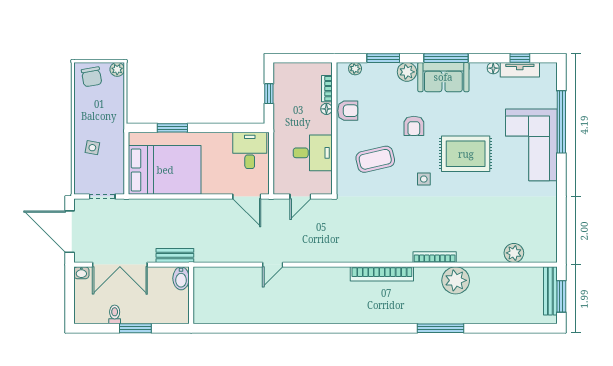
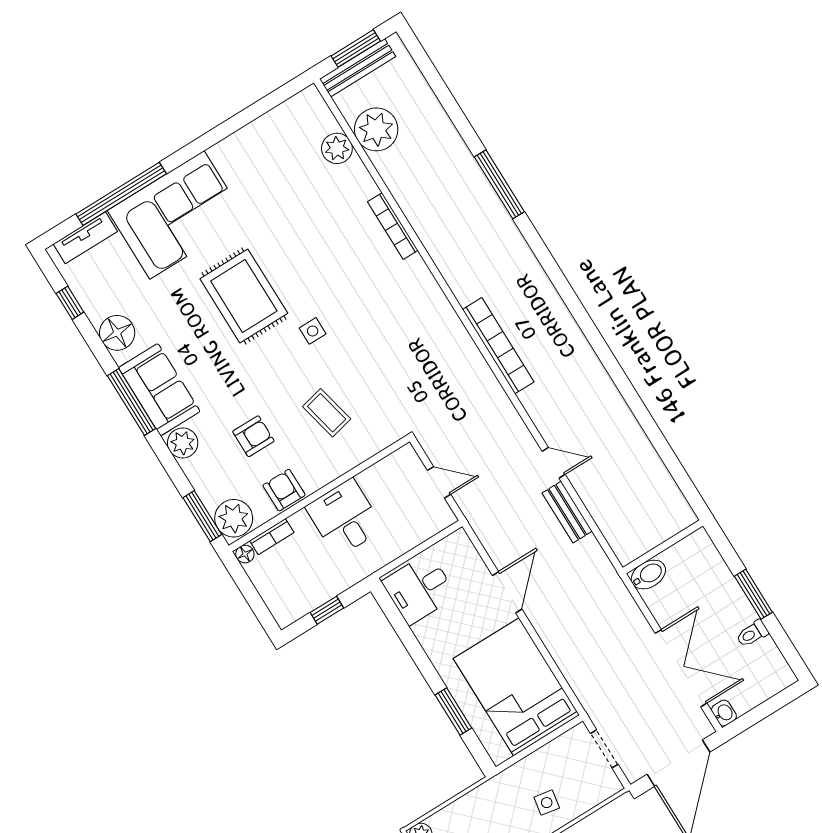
window: (383, 58) -> (202, 516), moved
floor lamp: (493, 68) -> (117, 333), width x1.89, depth x1.89
plant: (355, 69) -> (234, 518), width x1.88, depth x1.88
tv unit: (520, 70) -> (85, 238), moved, turned 90
floor lamp: (326, 109) -> (245, 554), moved
armchair: (414, 126) -> (253, 436), moved
desk: (313, 153) -> (345, 518), moved
coffee table: (375, 159) -> (327, 413), width x0.73, depth x0.77
door: (247, 197) -> (507, 592), moved
bench: (175, 255) -> (567, 512), moved
bookcase: (435, 257) -> (393, 226), moved
bookcase: (382, 274) -> (498, 346), moved
plant: (456, 280) -> (376, 129), moved

